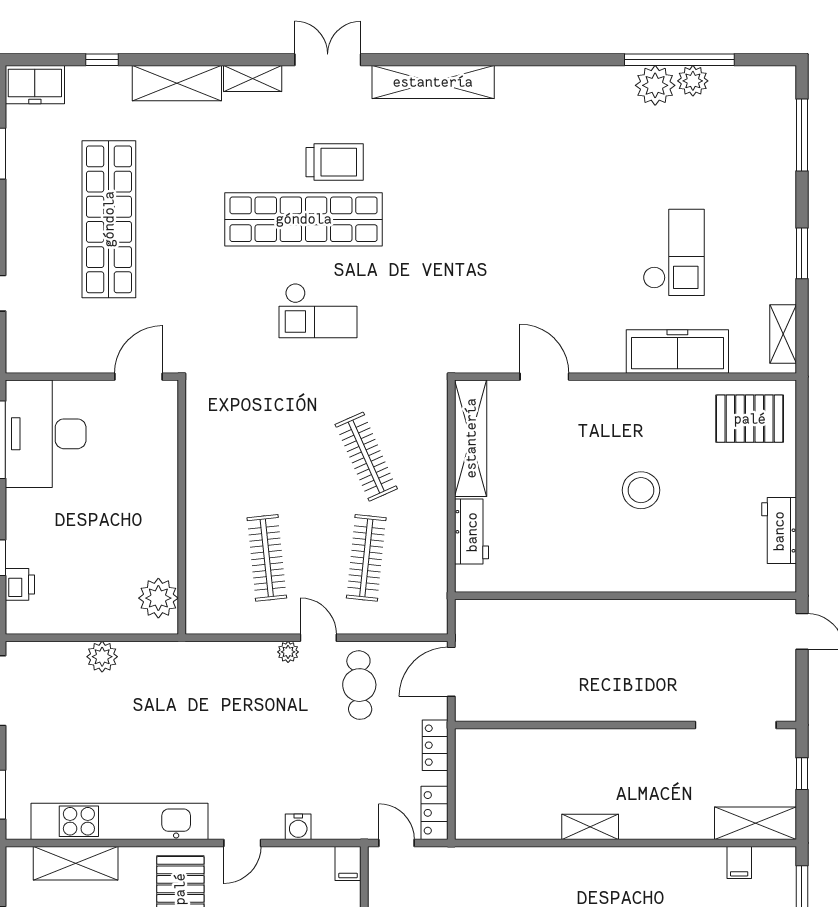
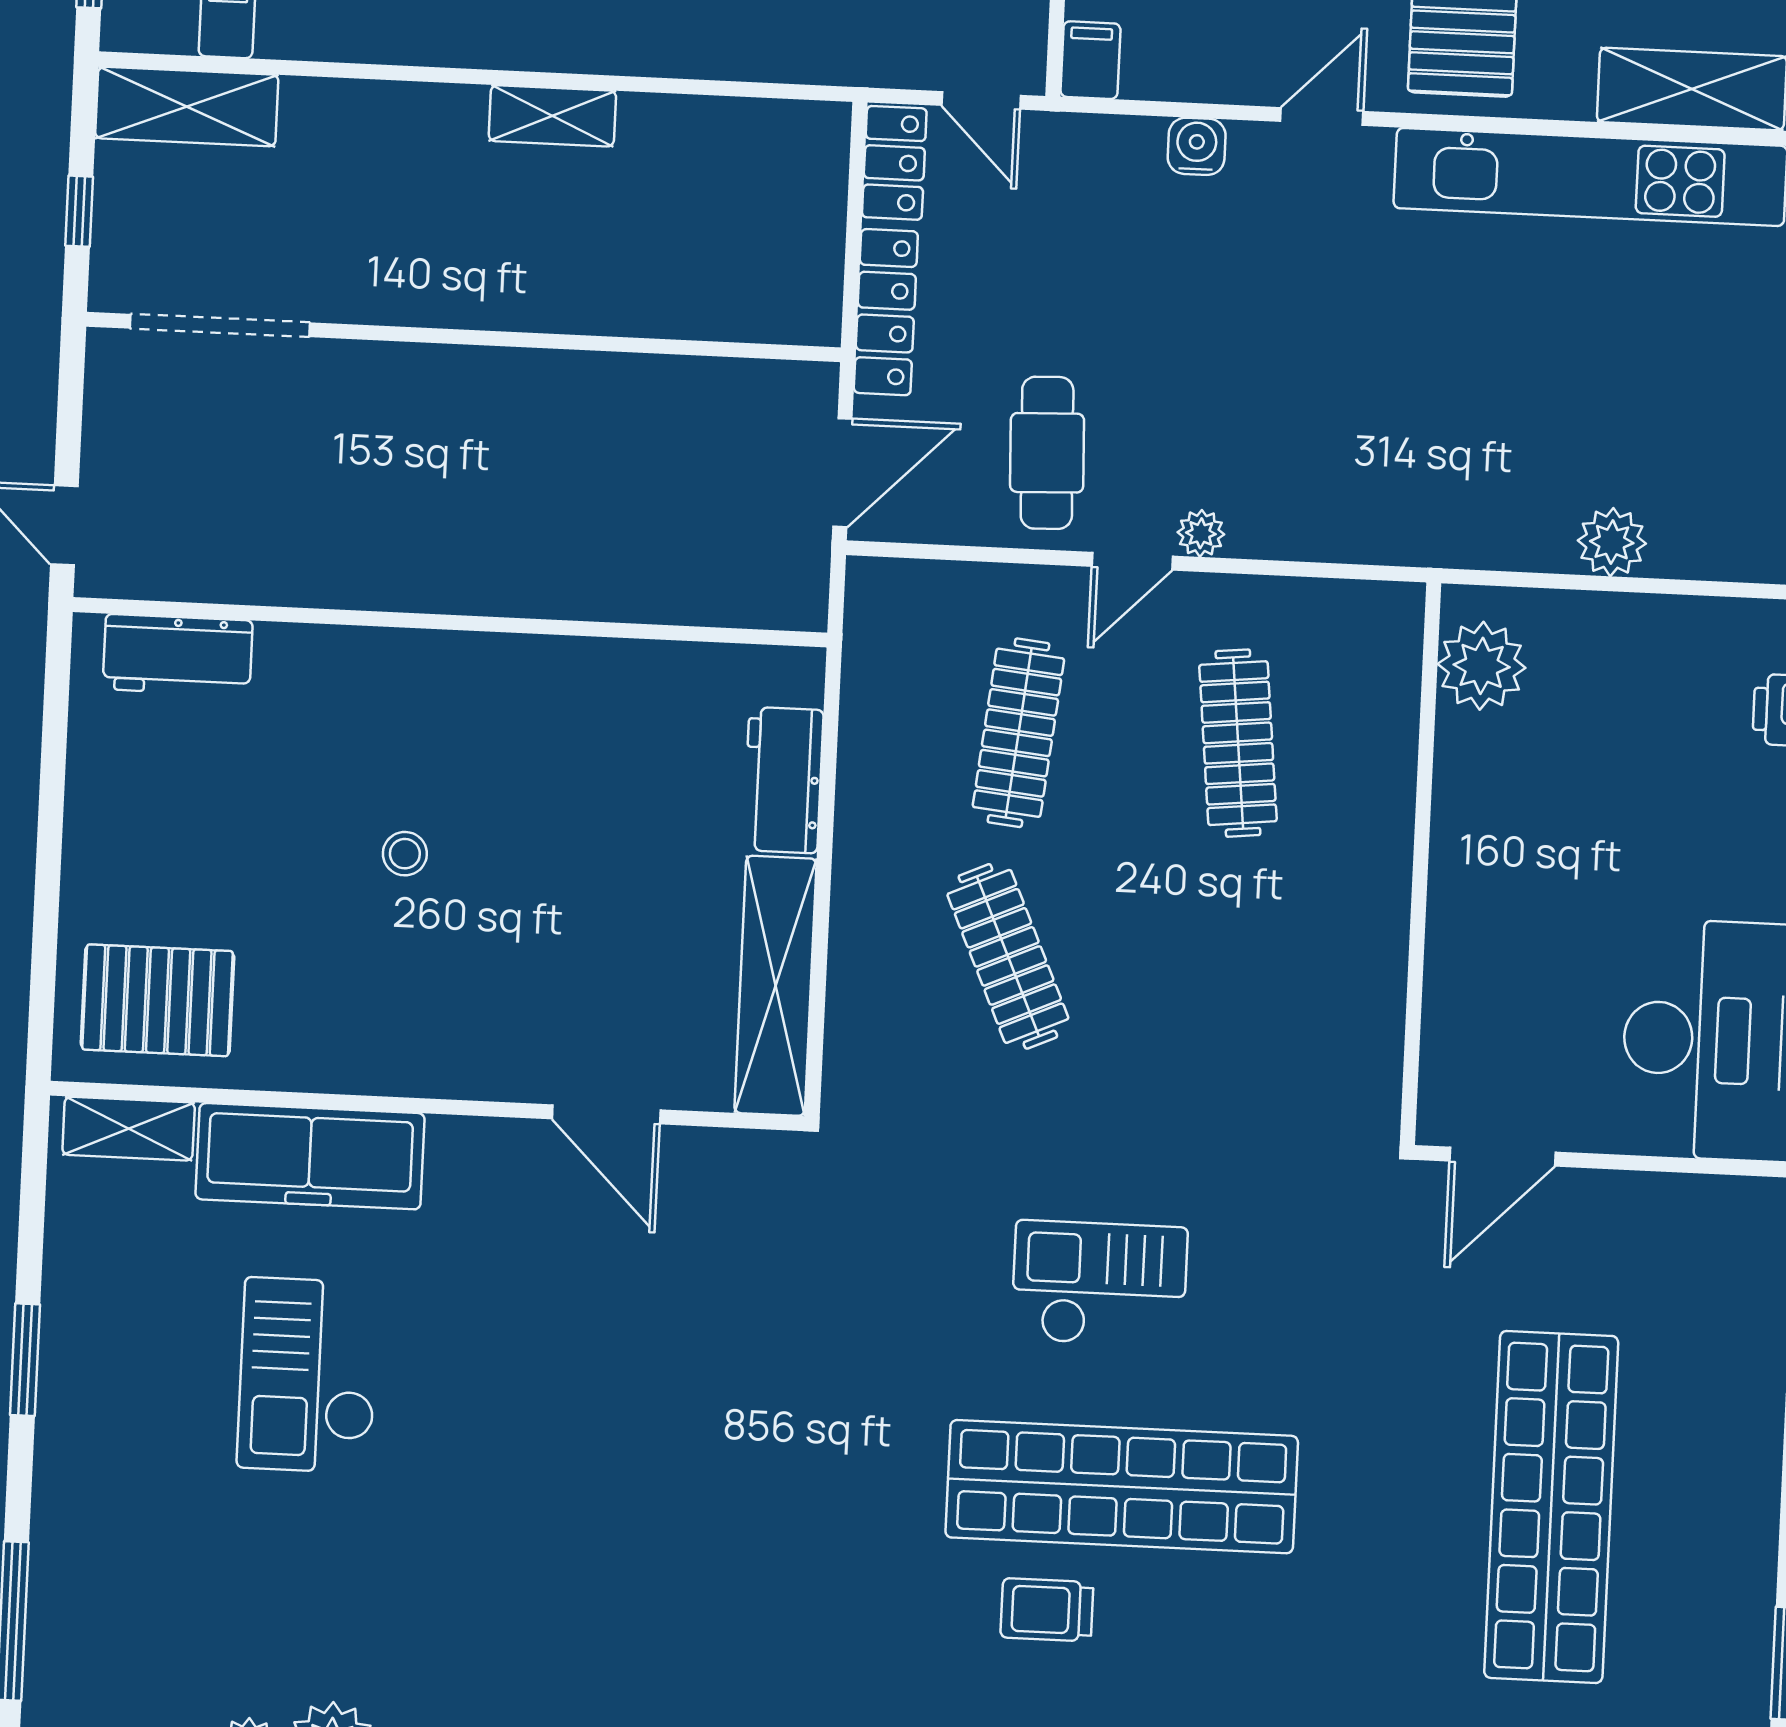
trolley: (335, 162) -> (1047, 1610), width x0.73, depth x0.72
shelving: (783, 334) -> (129, 1129), moved, turned 90
stool: (641, 490) -> (405, 854), width x0.53, depth x0.53
workbench: (779, 531) -> (178, 655), moved, turned 90
door: (318, 638) -> (1132, 561), hinge flipped
locker: (435, 745) -> (886, 312), width x1.53

